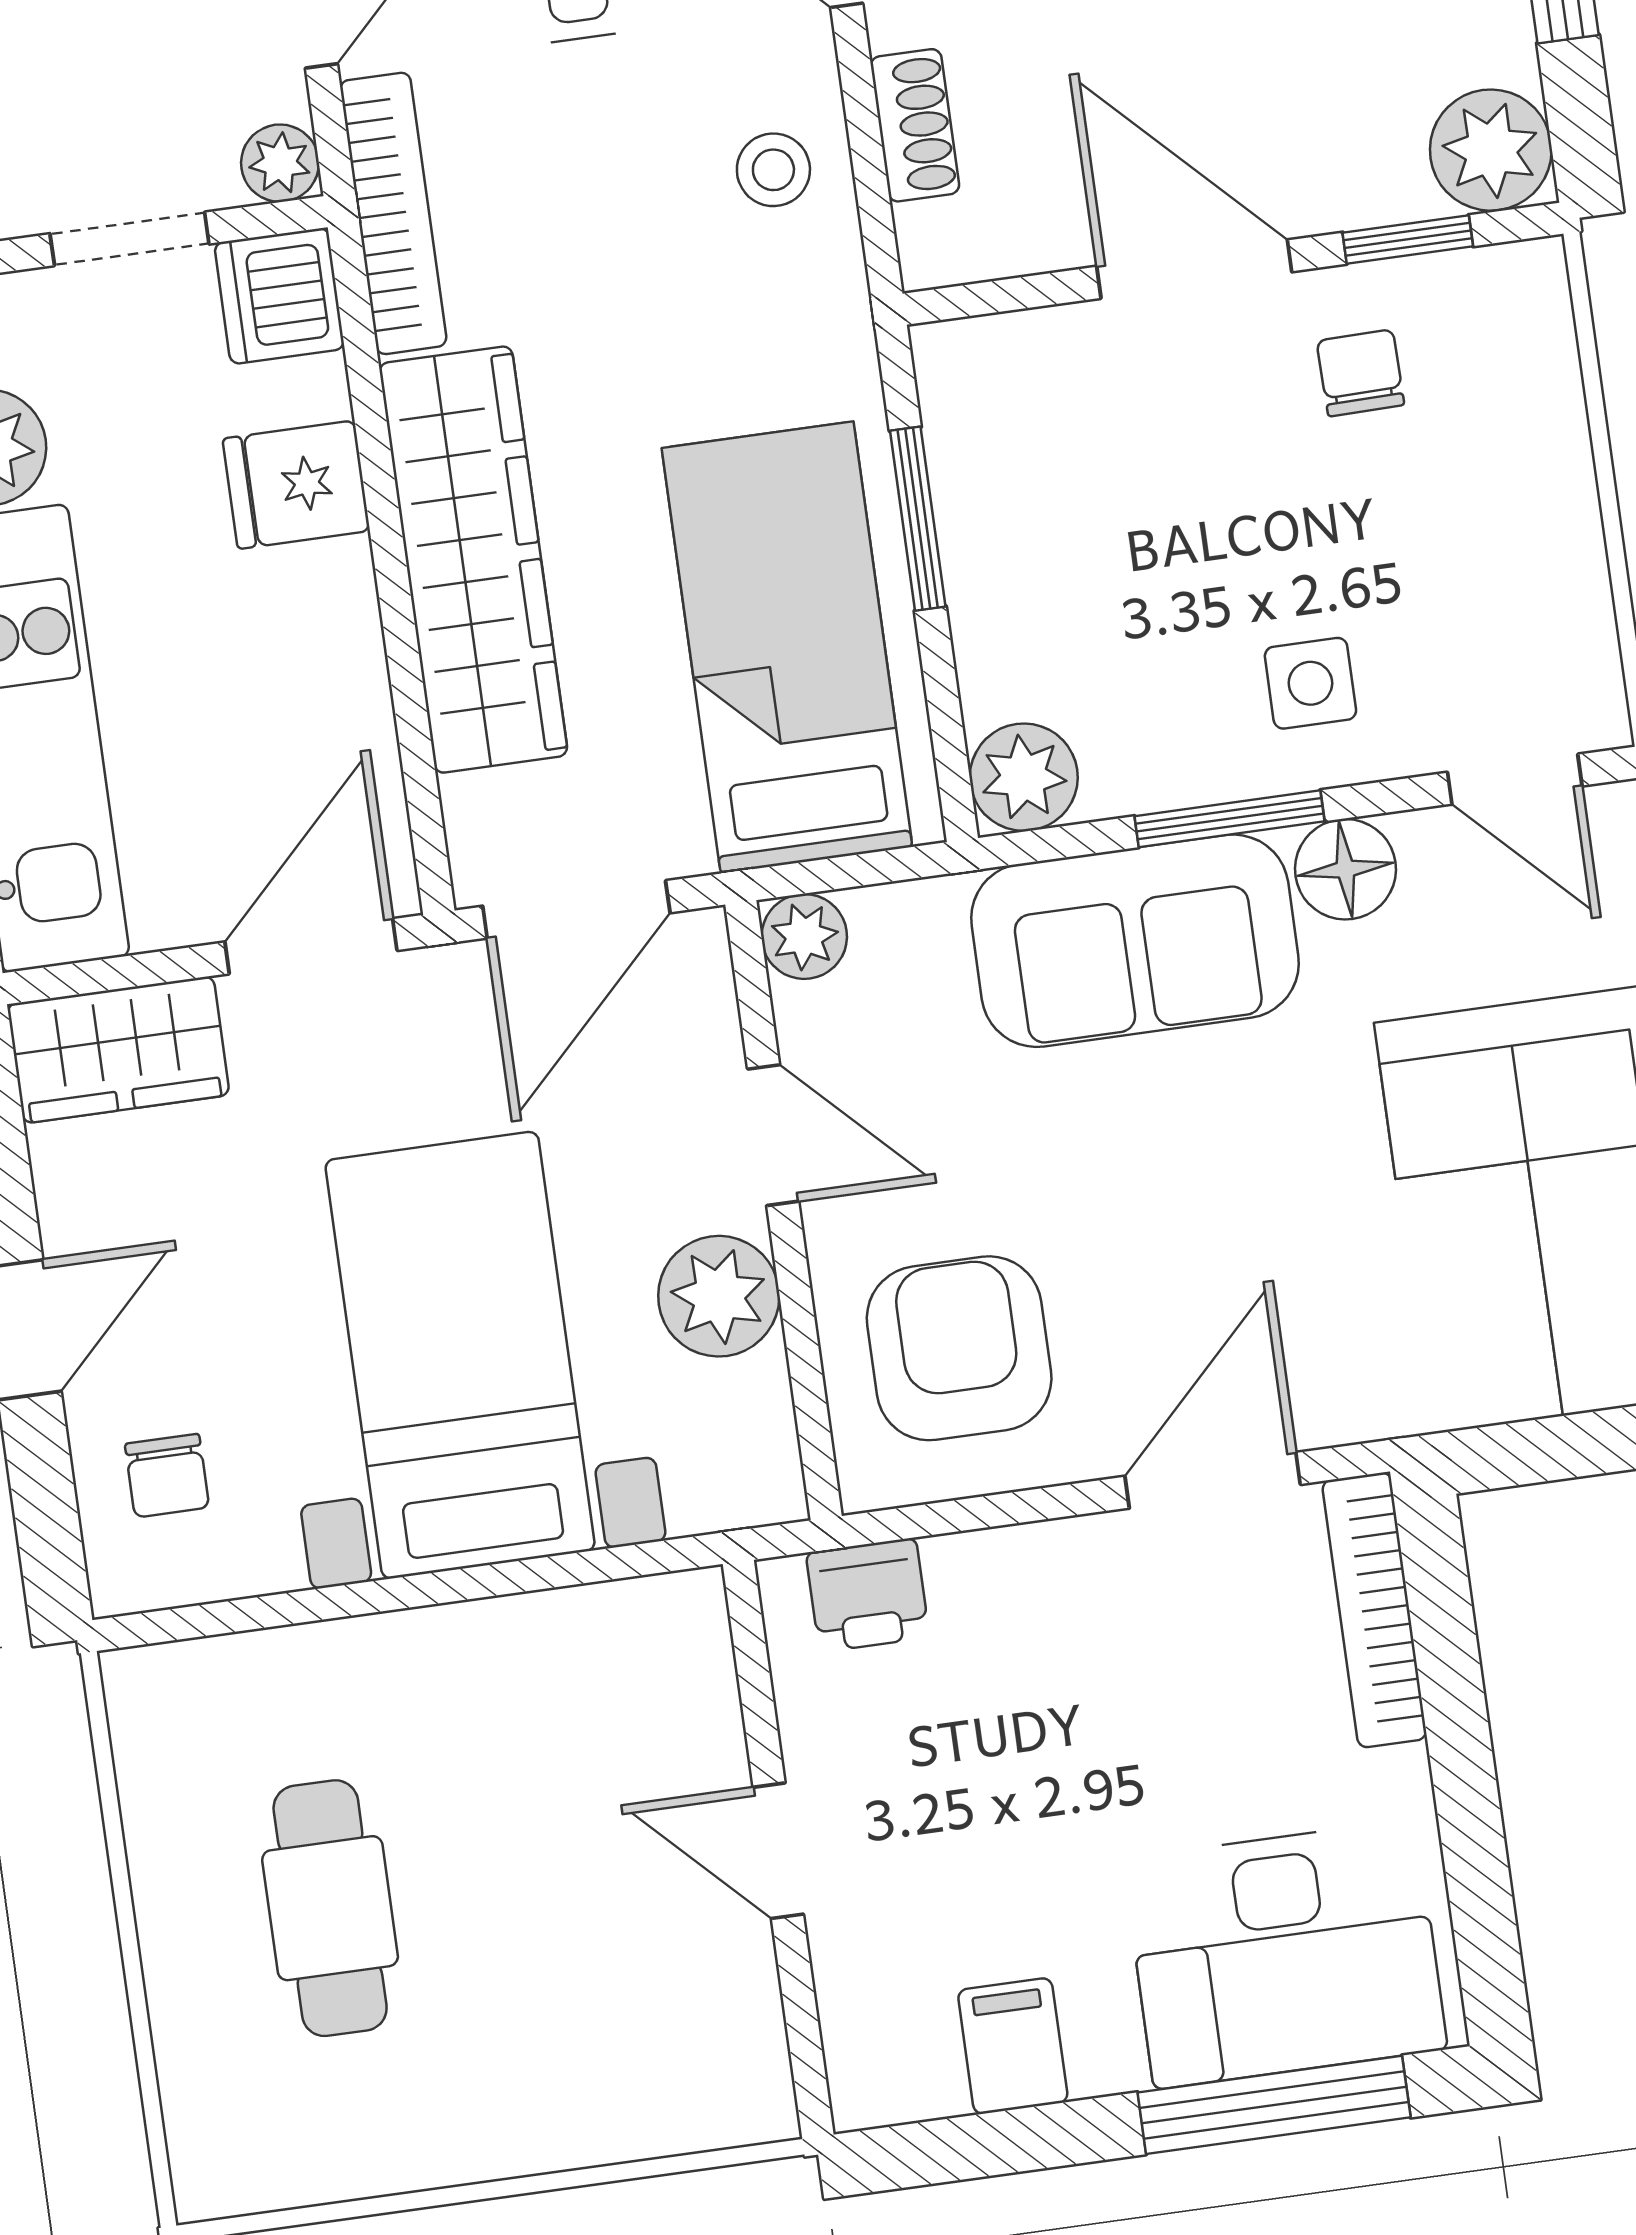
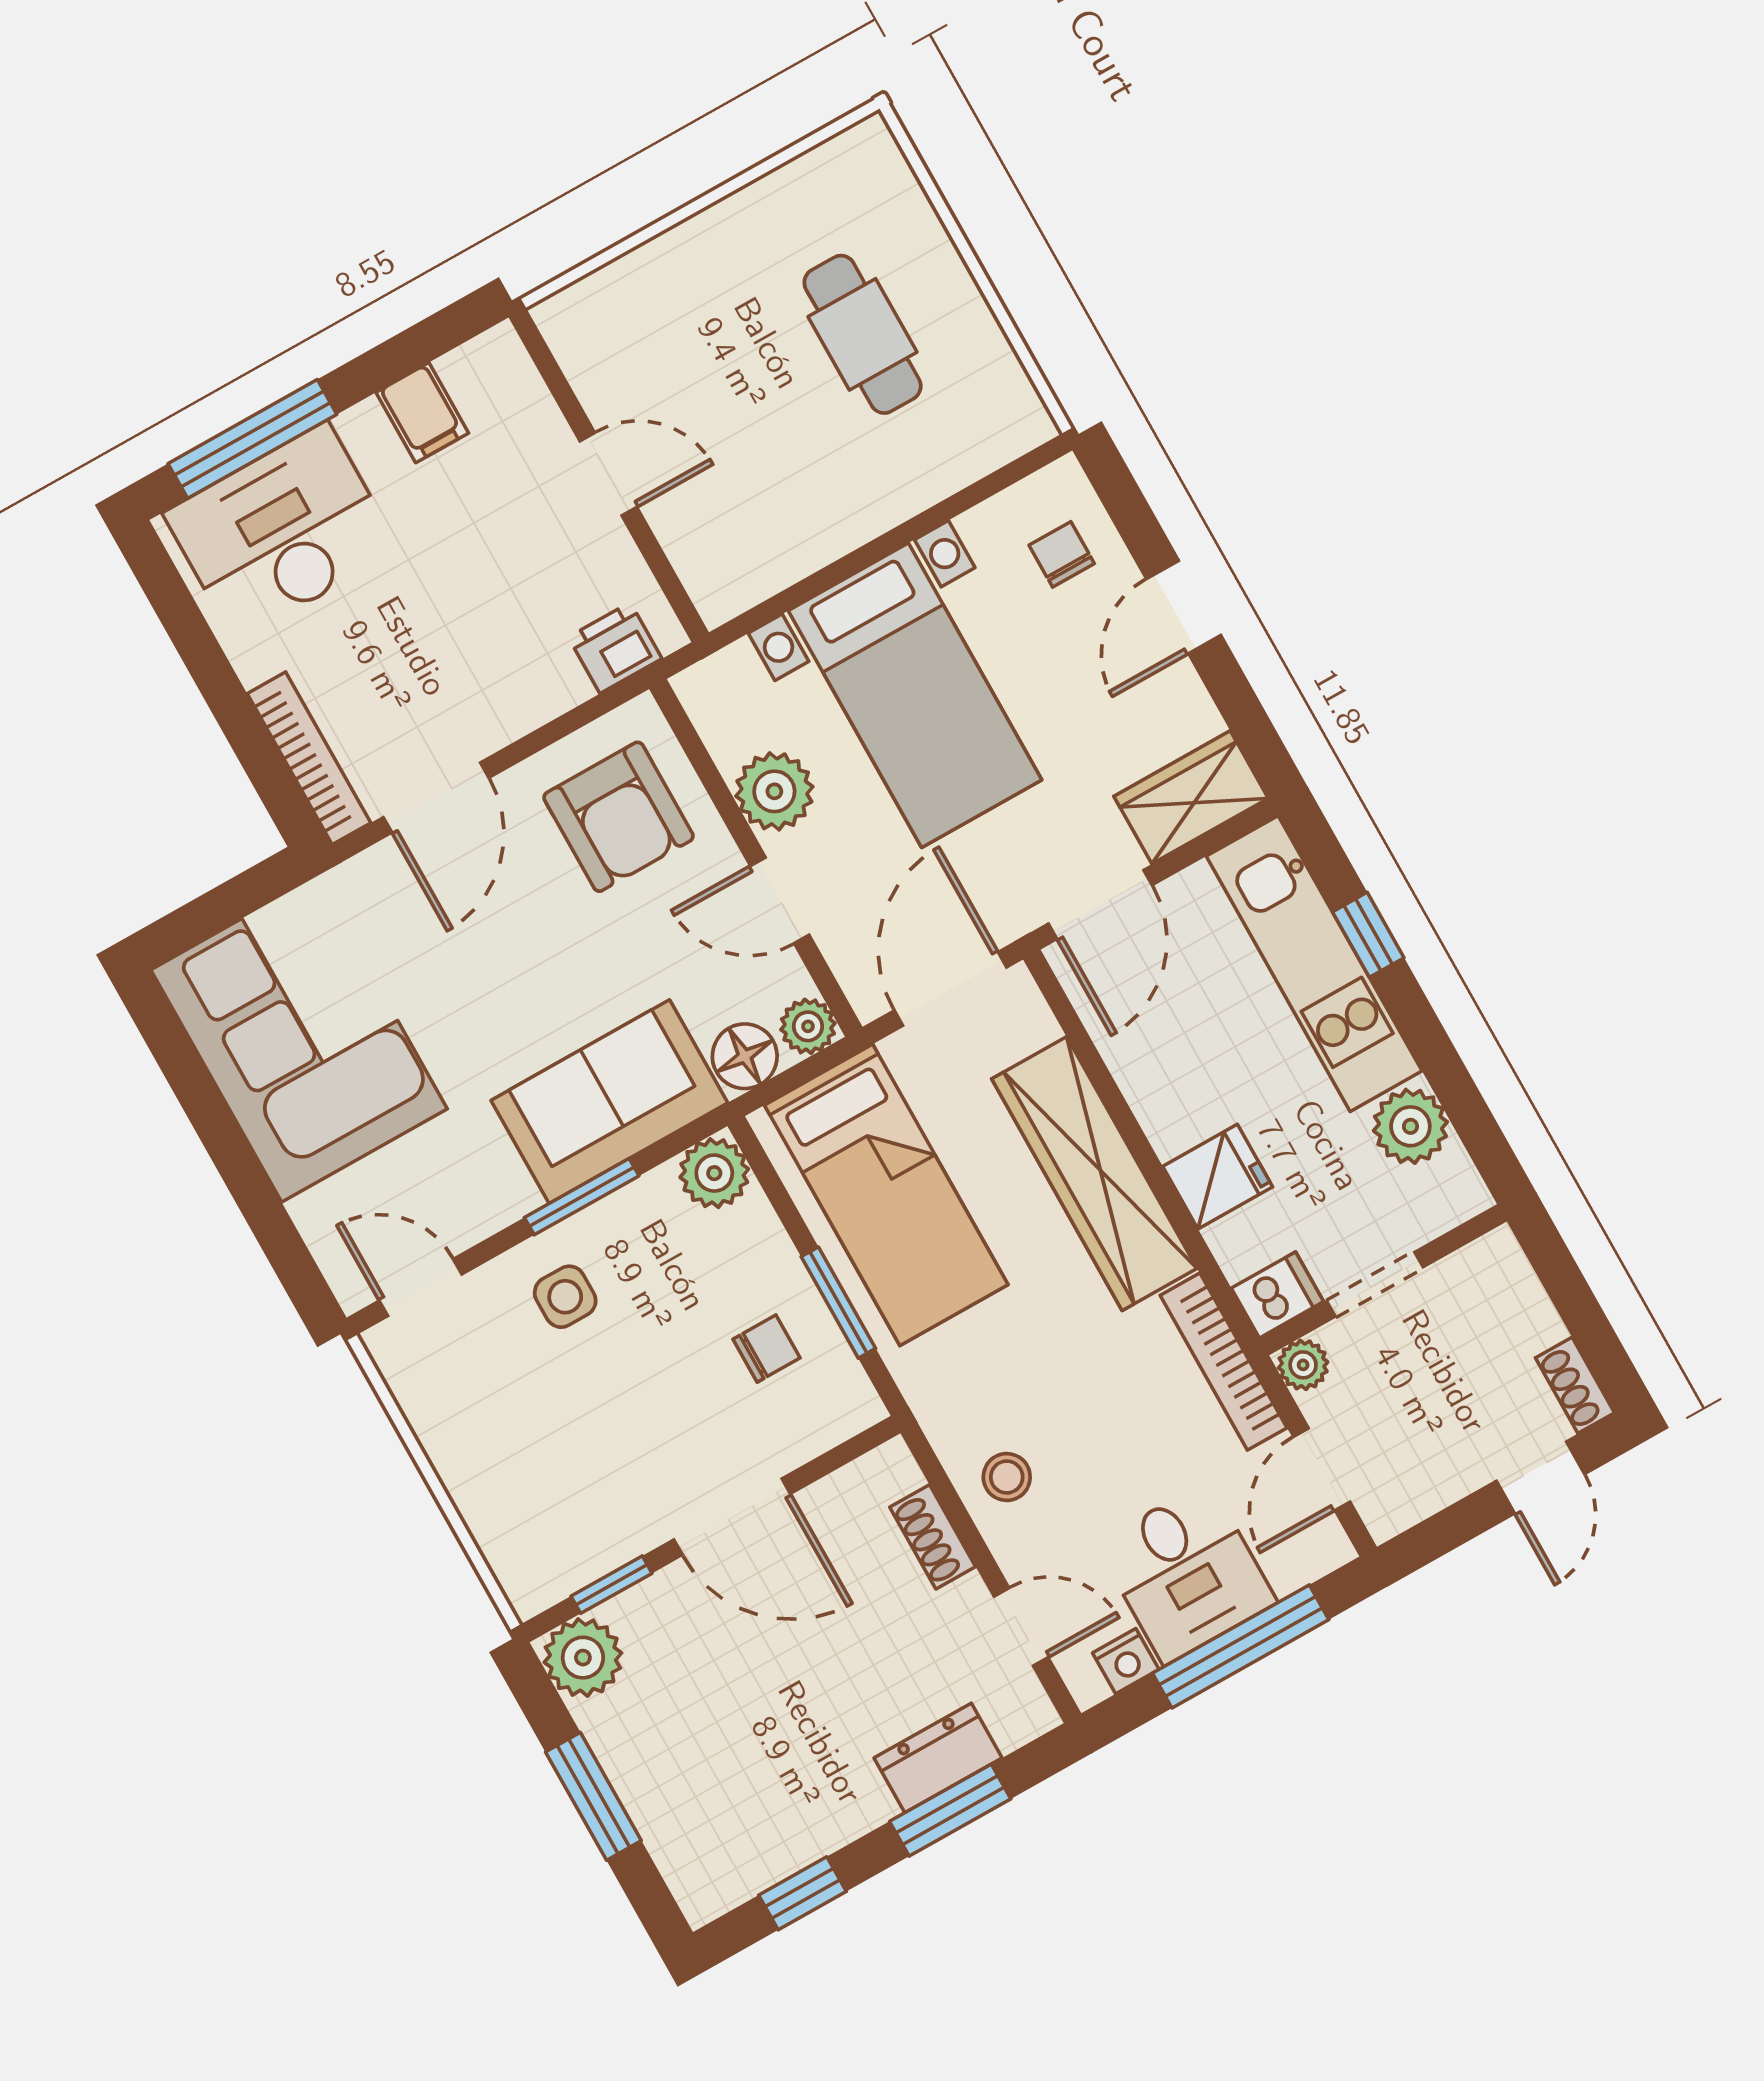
dishwasher: (279, 296) -> (1277, 1295), width x0.73
chair: (1361, 373) -> (766, 1349), moved, turned -89
floor lamp: (1345, 869) -> (745, 1056), moved

